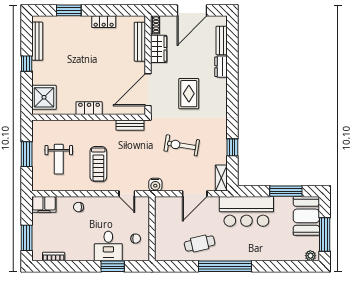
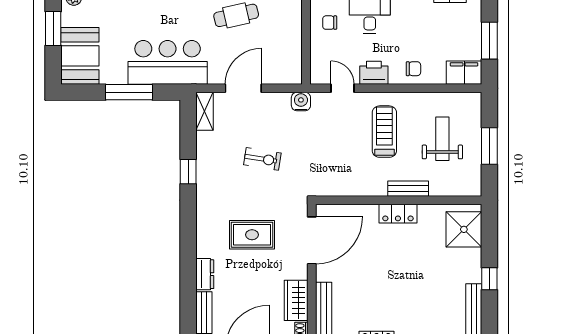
rug: (189, 94) -> (252, 235), turned 90
bench: (130, 125) -> (408, 189), moved
exercise bike: (182, 145) -> (262, 159), width x0.73, depth x0.72
window: (232, 147) -> (188, 172), moved
window: (286, 191) -> (129, 92), moved
printer: (106, 204) -> (374, 73), added
window: (325, 234) -> (53, 29), width x0.69
window: (27, 238) -> (489, 41), moved

